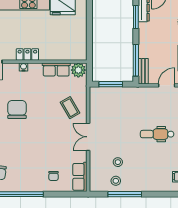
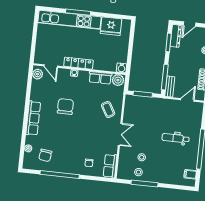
locker: (27, 54) -> (78, 63), width x1.53
water cooler: (81, 54) -> (122, 68), added
double door: (88, 137) -> (120, 134), swing flipped

